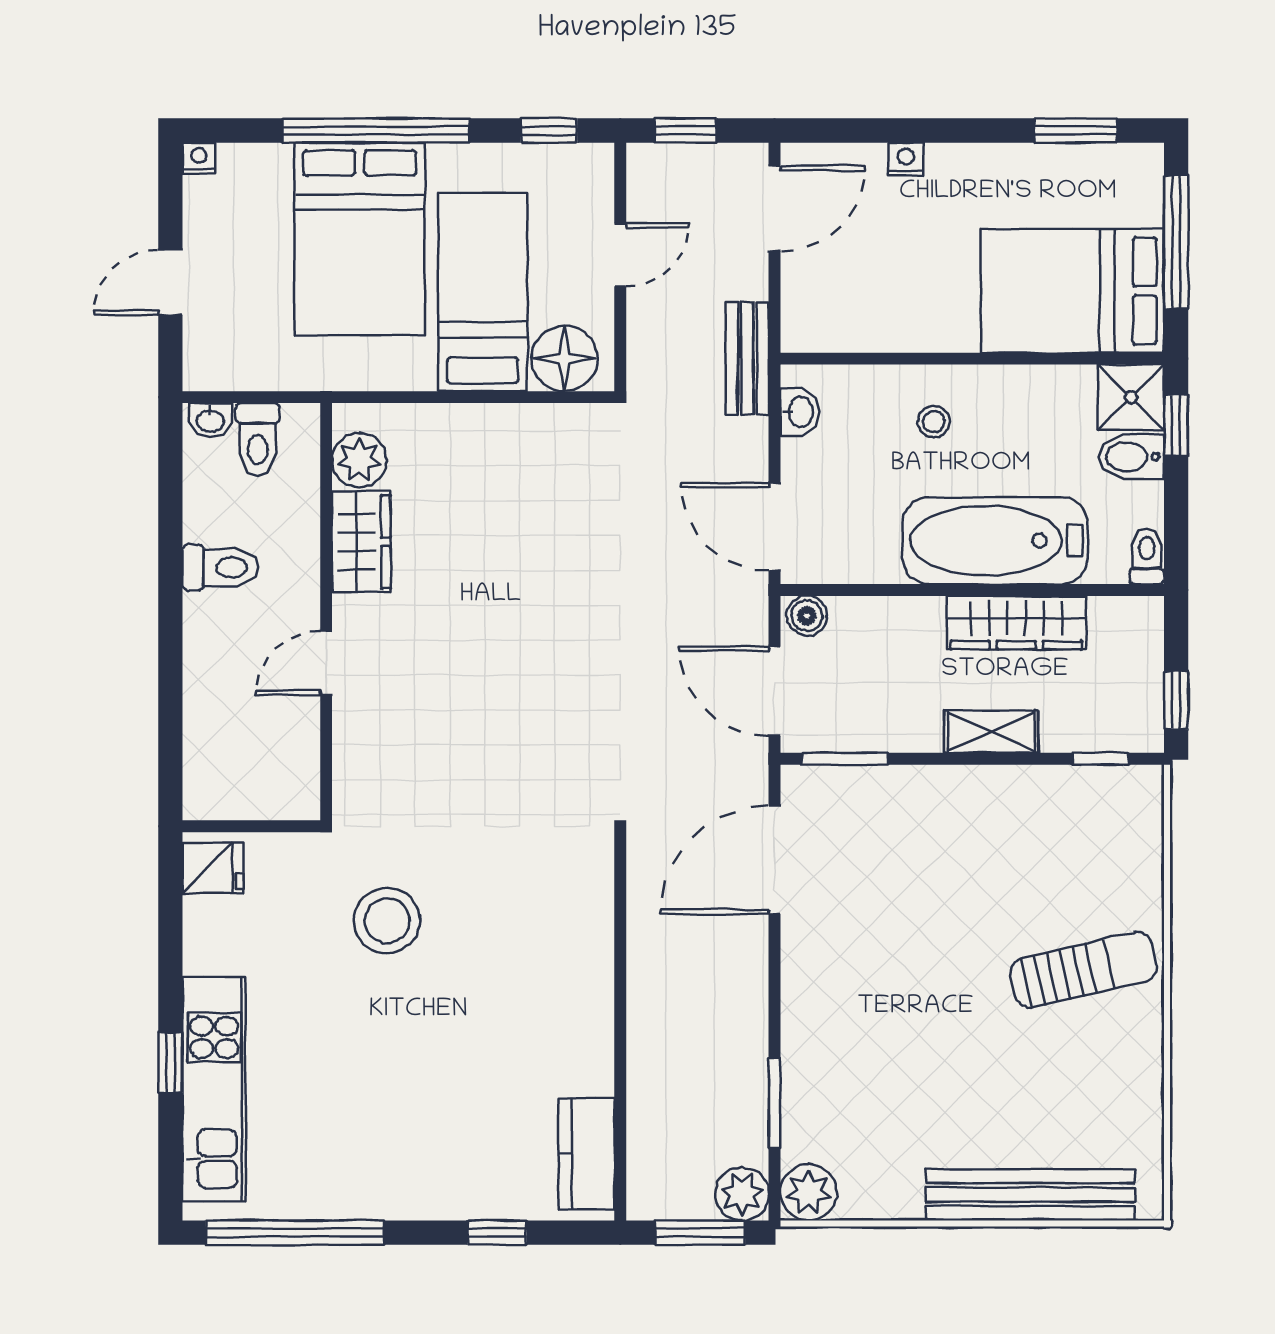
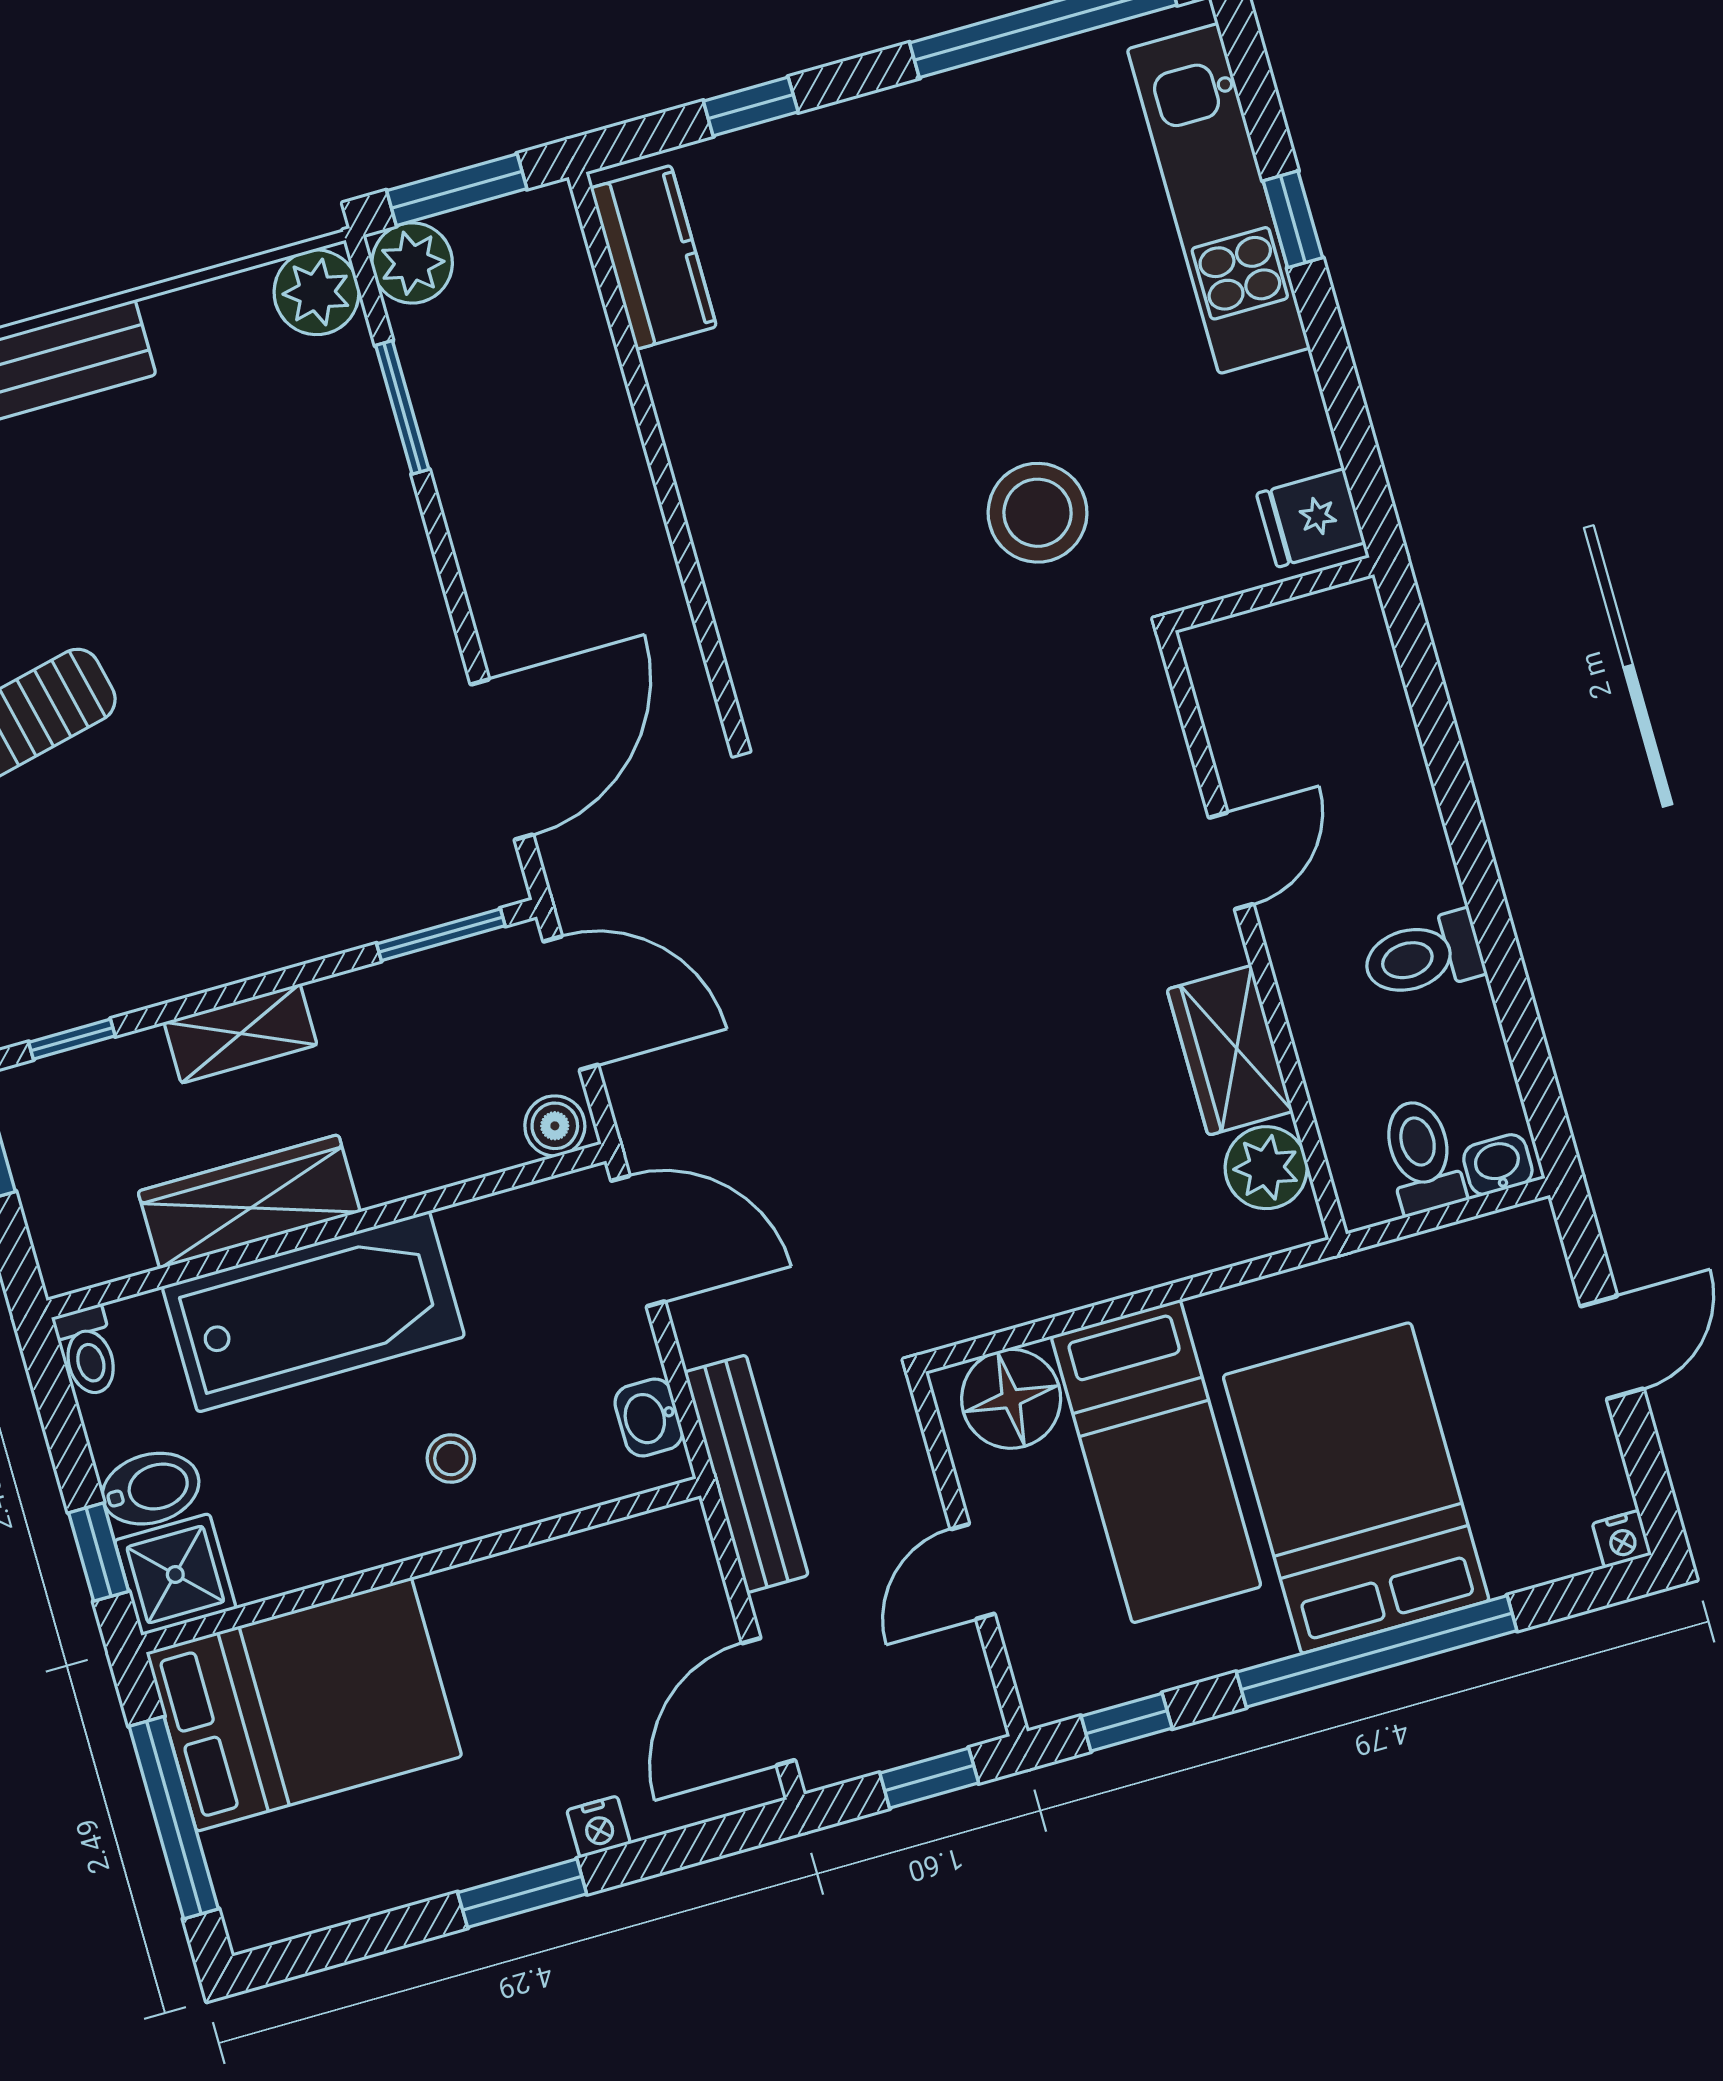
window: (1075, 131) -> (522, 1893), moved
bench: (747, 358) -> (746, 1474), width x1.36

